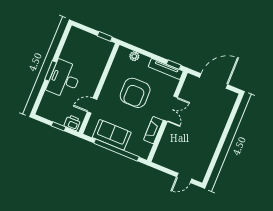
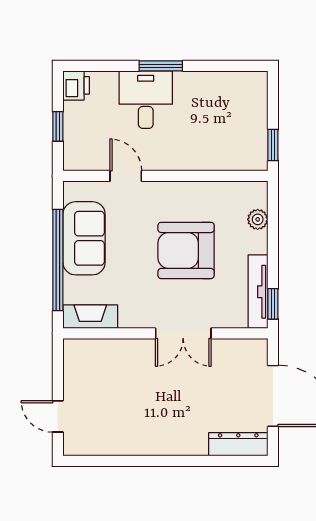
desk: (64, 79) -> (146, 100), width x0.73
dresser: (228, 105) -> (238, 444), added
printer: (72, 123) -> (76, 85), moved
fireplace: (153, 130) -> (90, 317), moved

